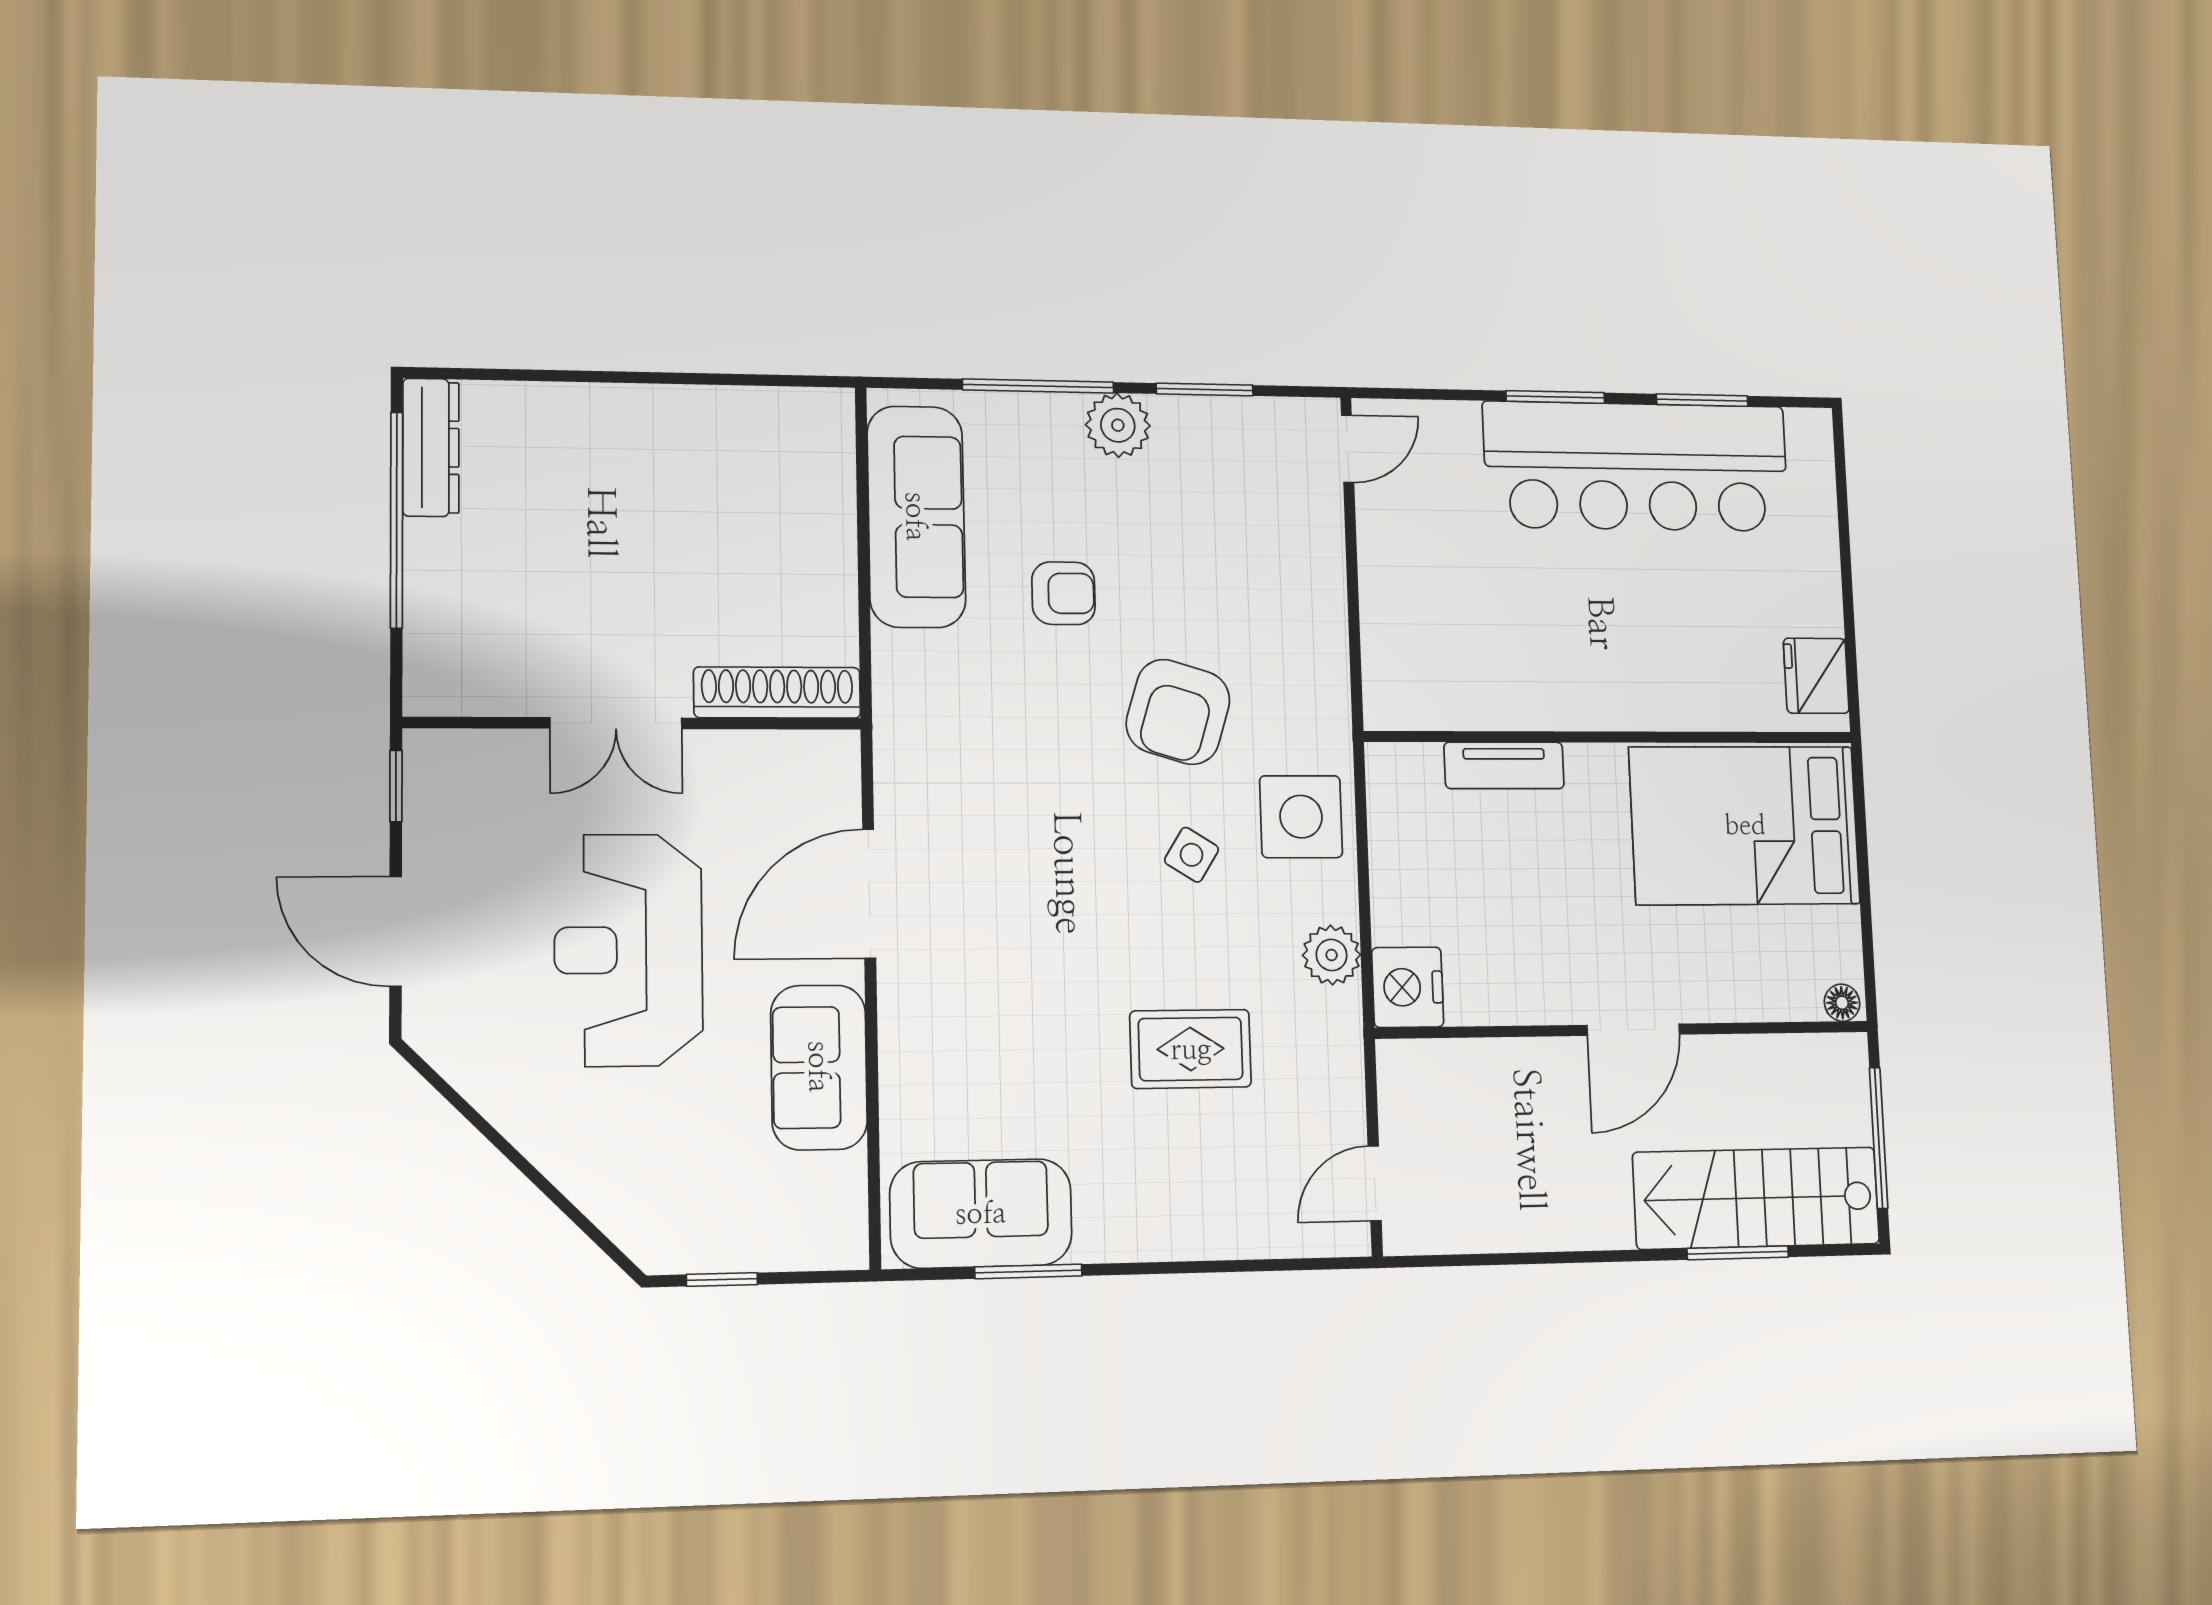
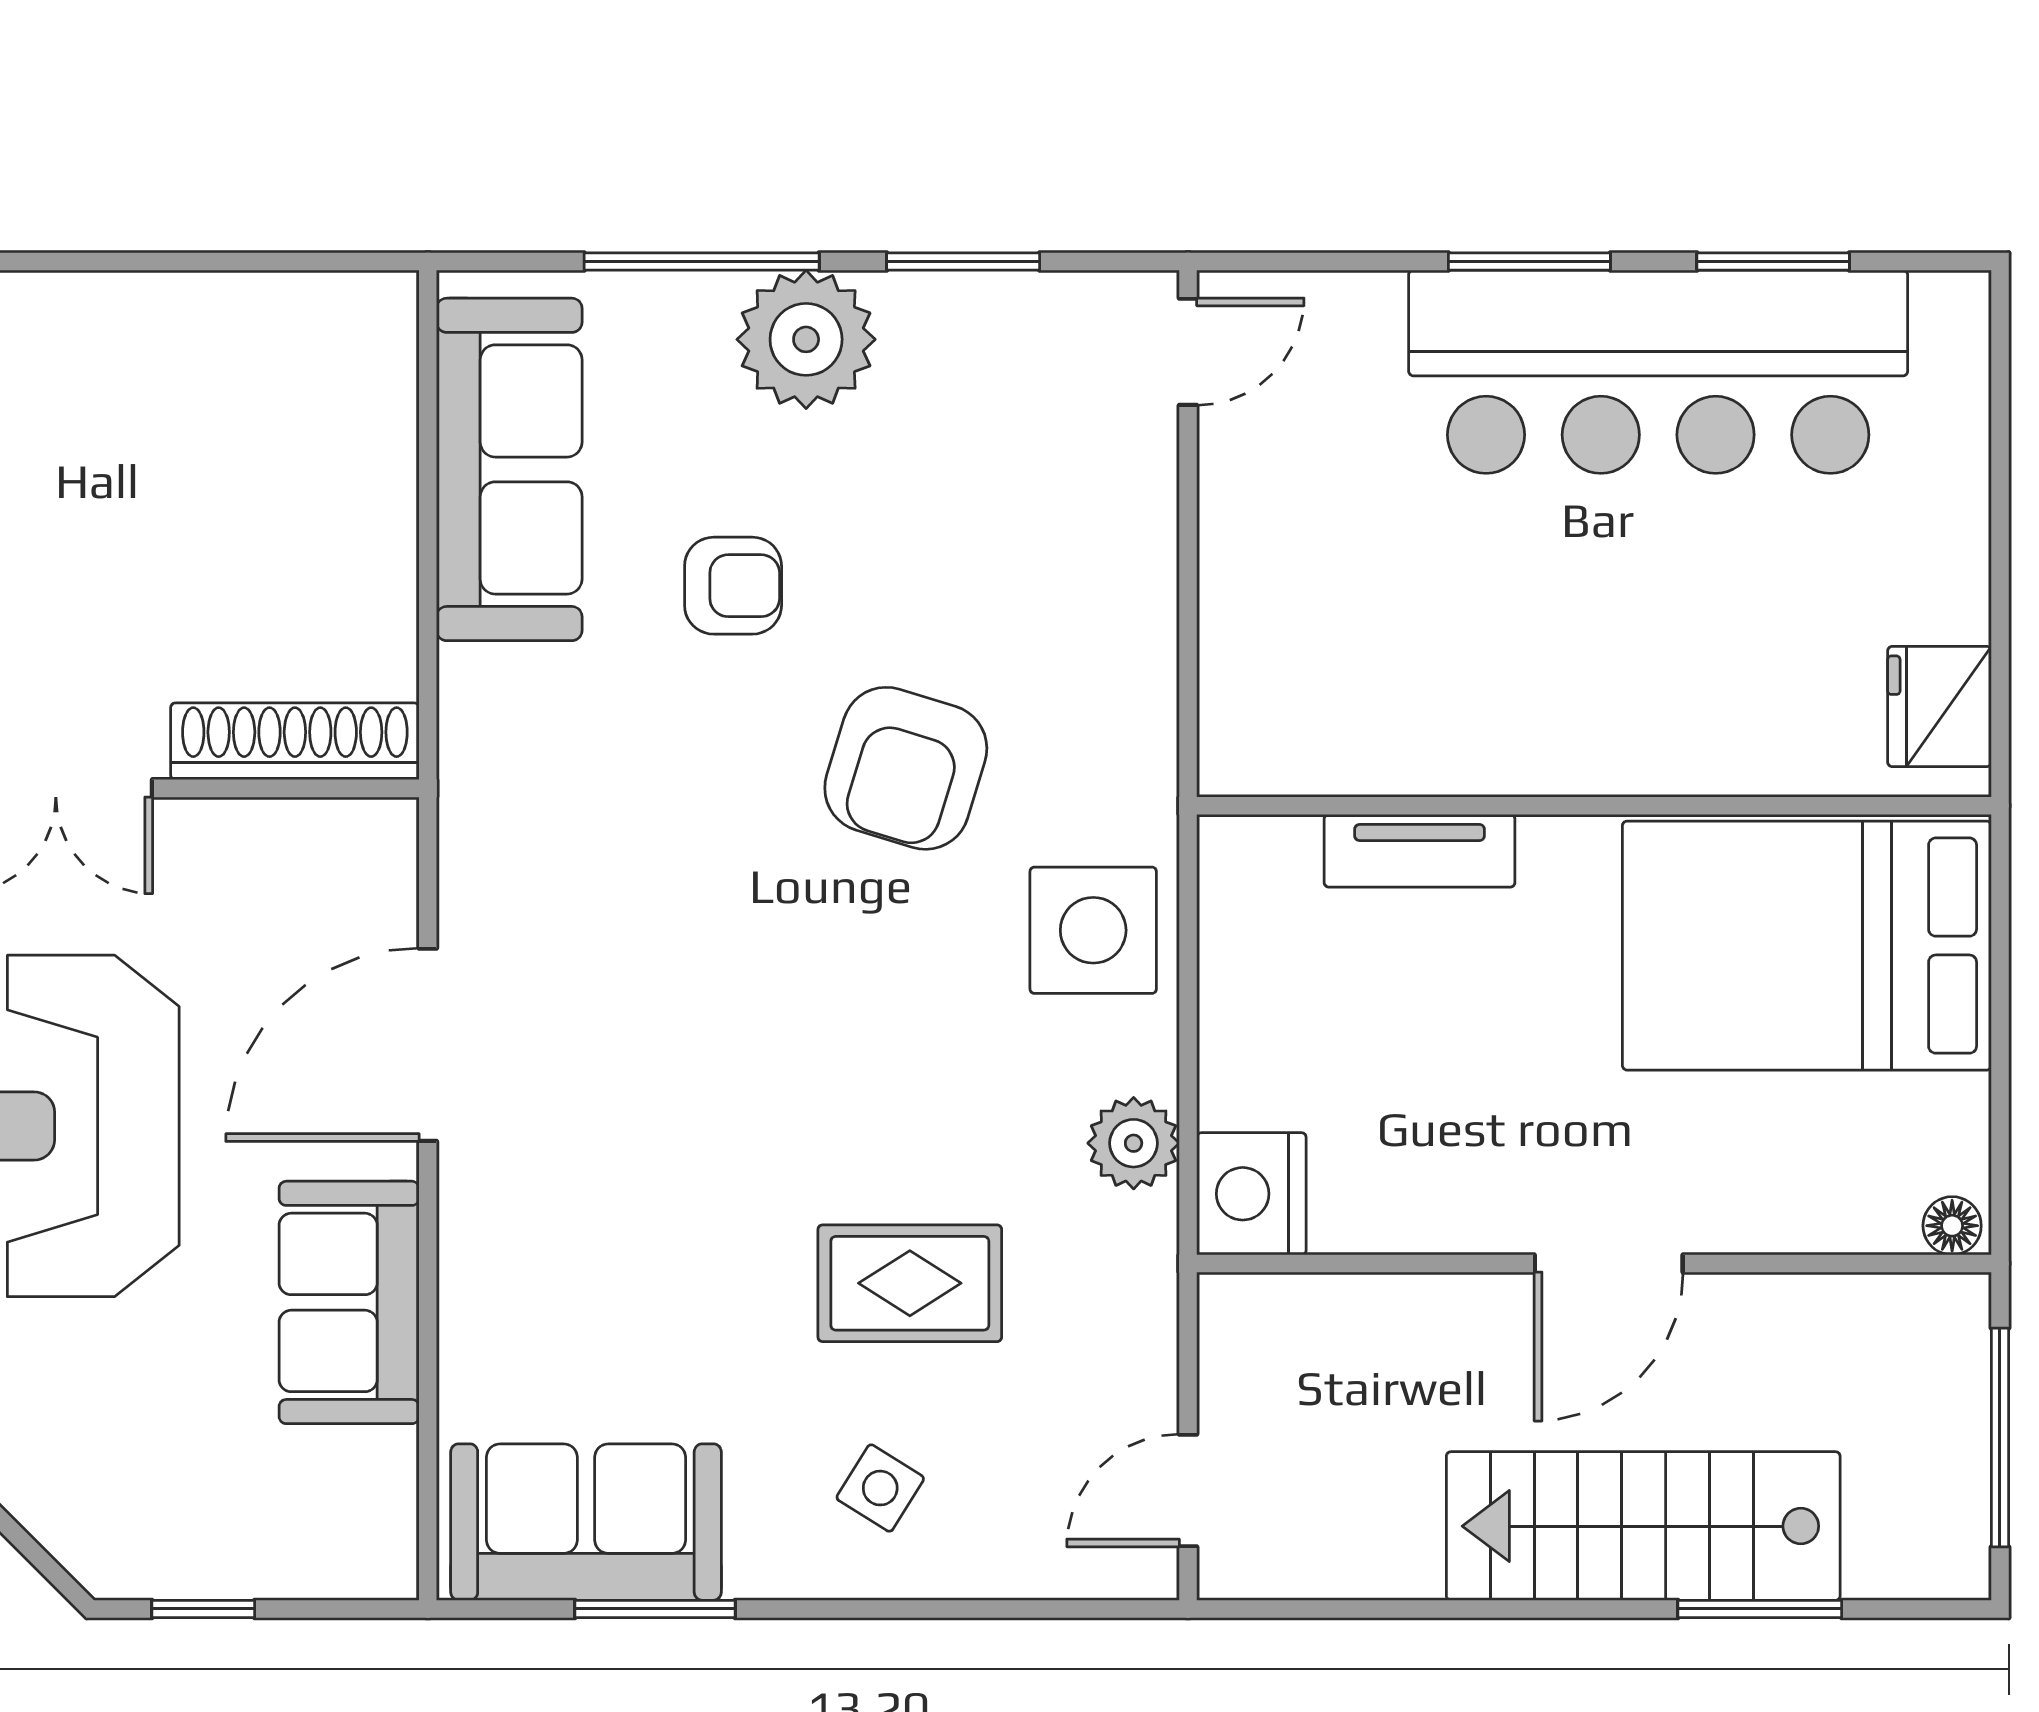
plant: (1118, 425) -> (806, 339), width x1.36, depth x1.36
side table: (1192, 855) -> (880, 1488), moved
stairs: (1756, 1198) -> (1643, 1526), moved

